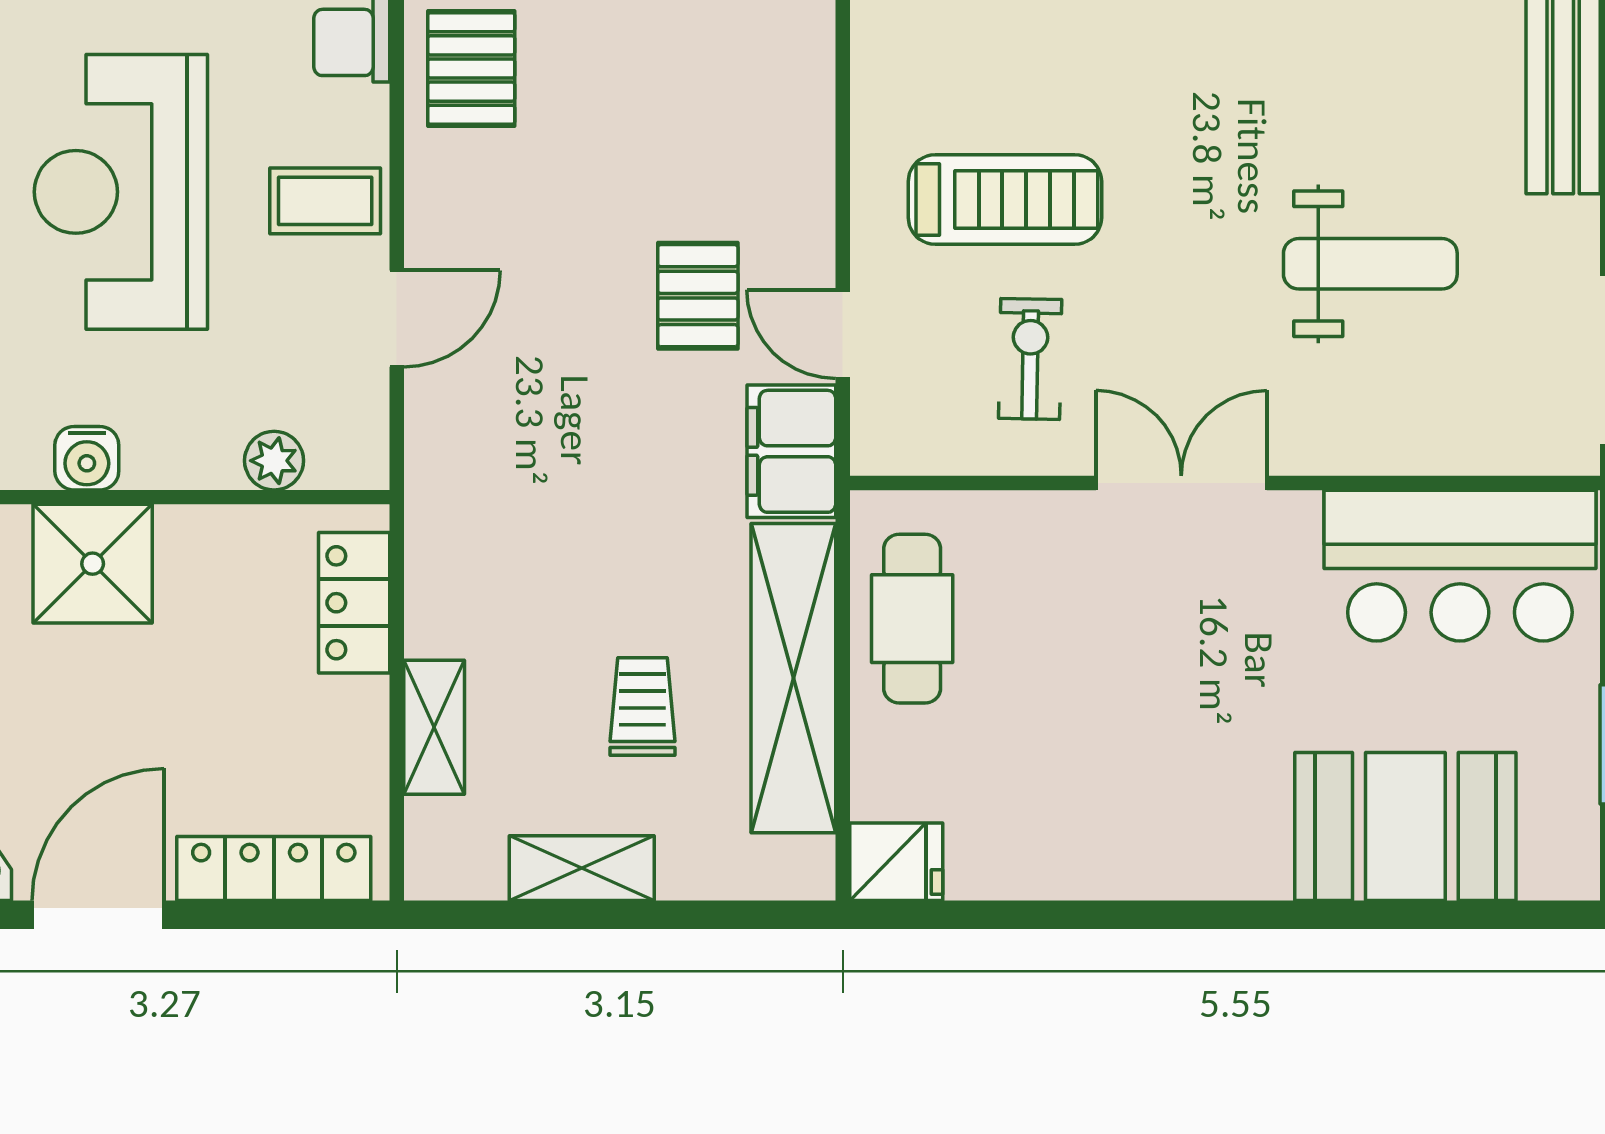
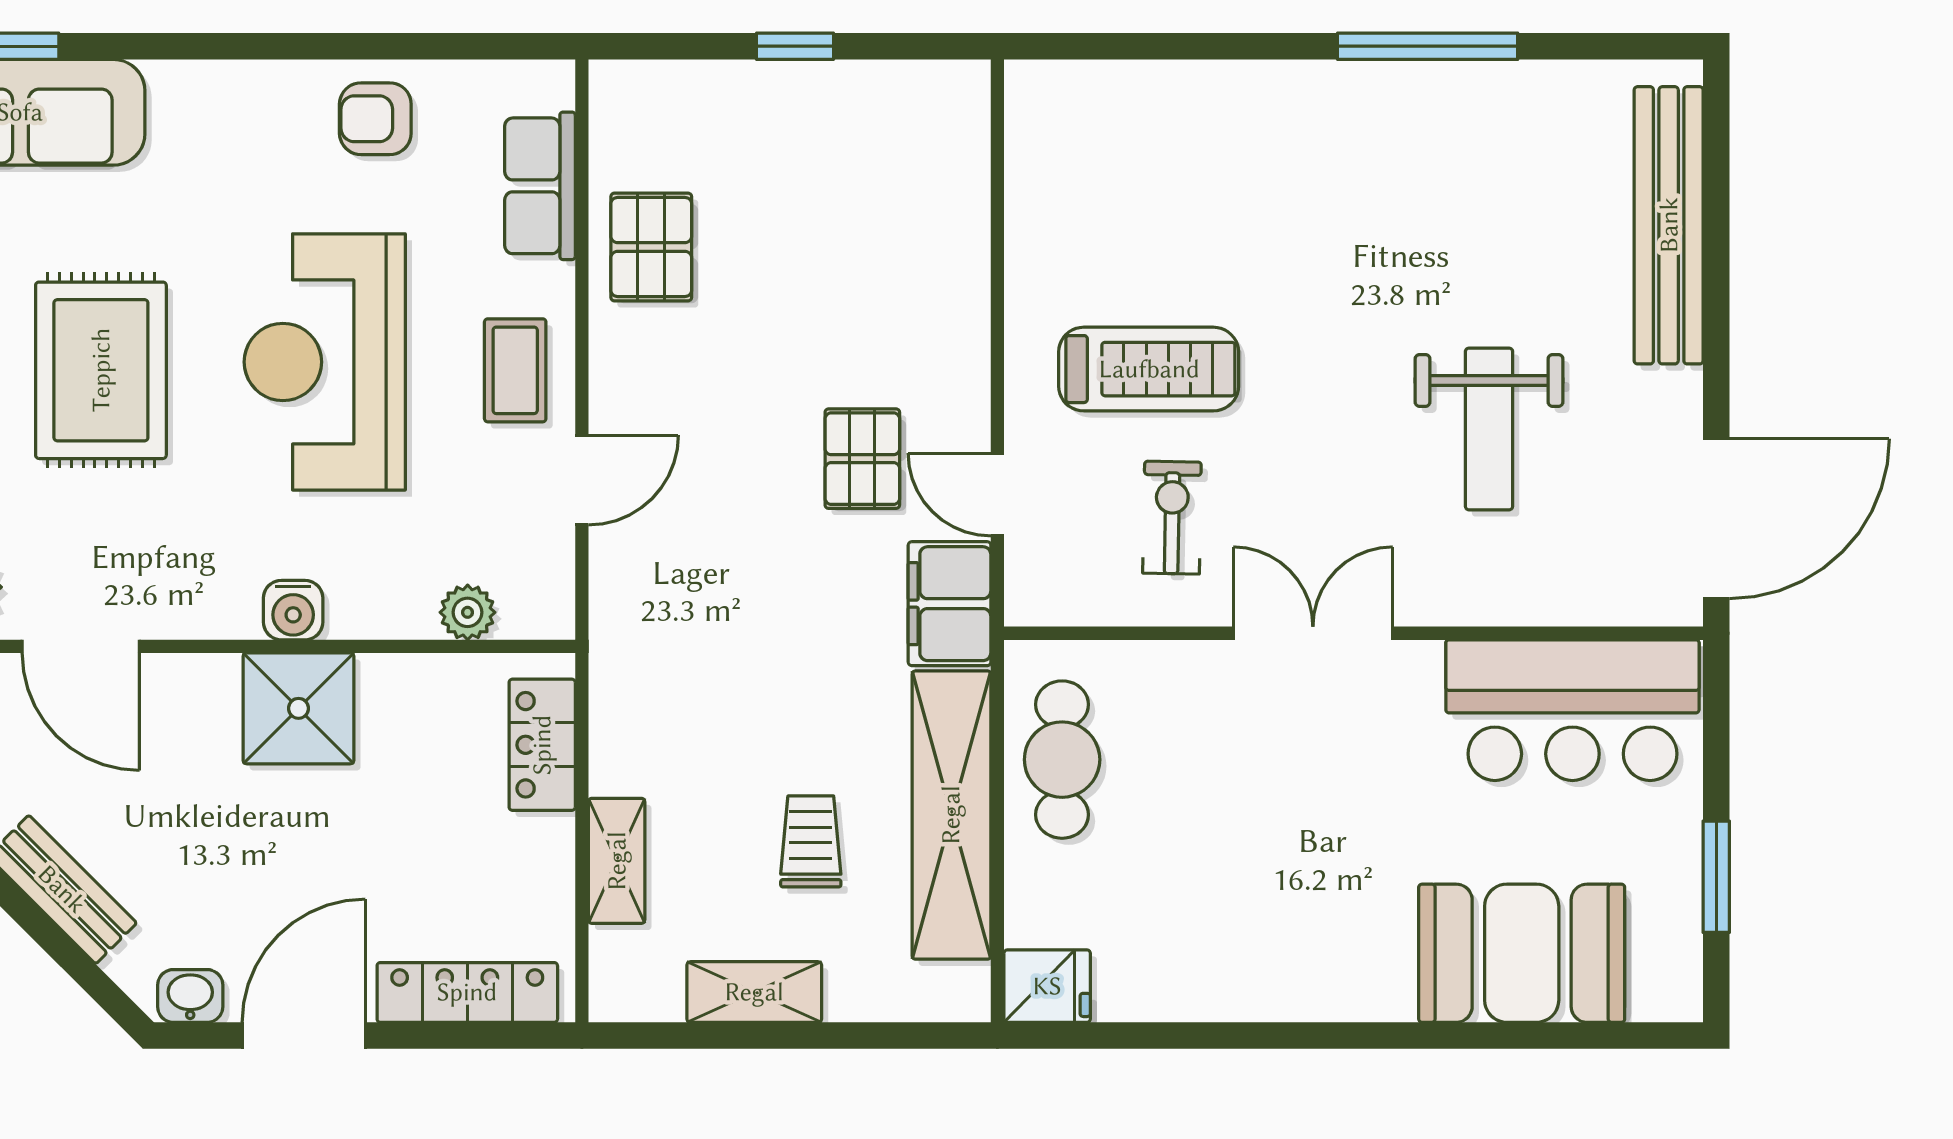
coffee table: (325, 201) -> (515, 370), turned 90
weight bench: (1370, 264) -> (1489, 429), turned 90

